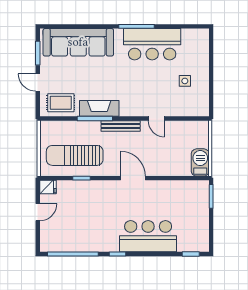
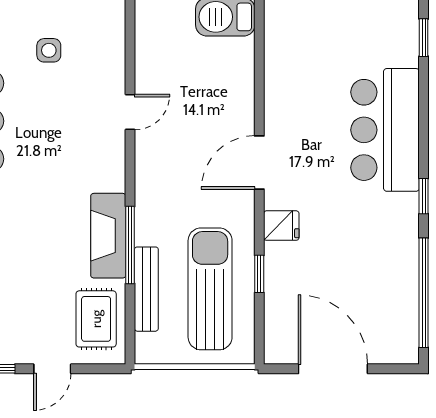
bench: (121, 126) -> (146, 289), moved
sun lounger: (75, 155) -> (210, 289), turned 180
fridge: (48, 187) -> (281, 226), moved, turned 90
door: (38, 212) -> (333, 369), width x1.88

